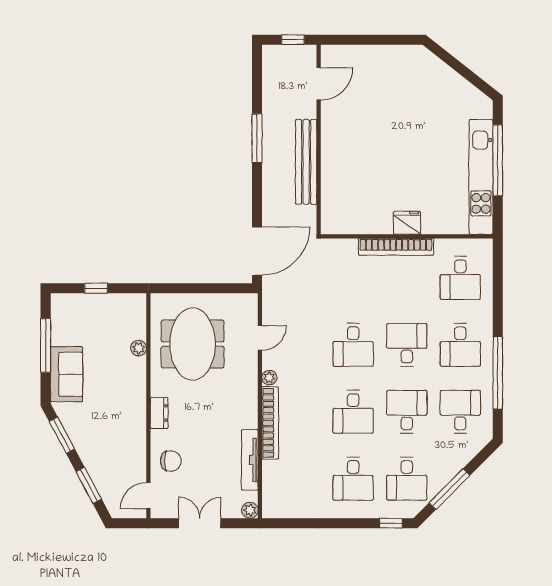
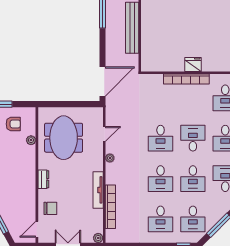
armchair: (109, 321) -> (13, 124), added
desk: (407, 412) -> (193, 179), turned 180
bookcase: (270, 423) -> (110, 207), moved
tv unit: (250, 460) -> (98, 190), moved

